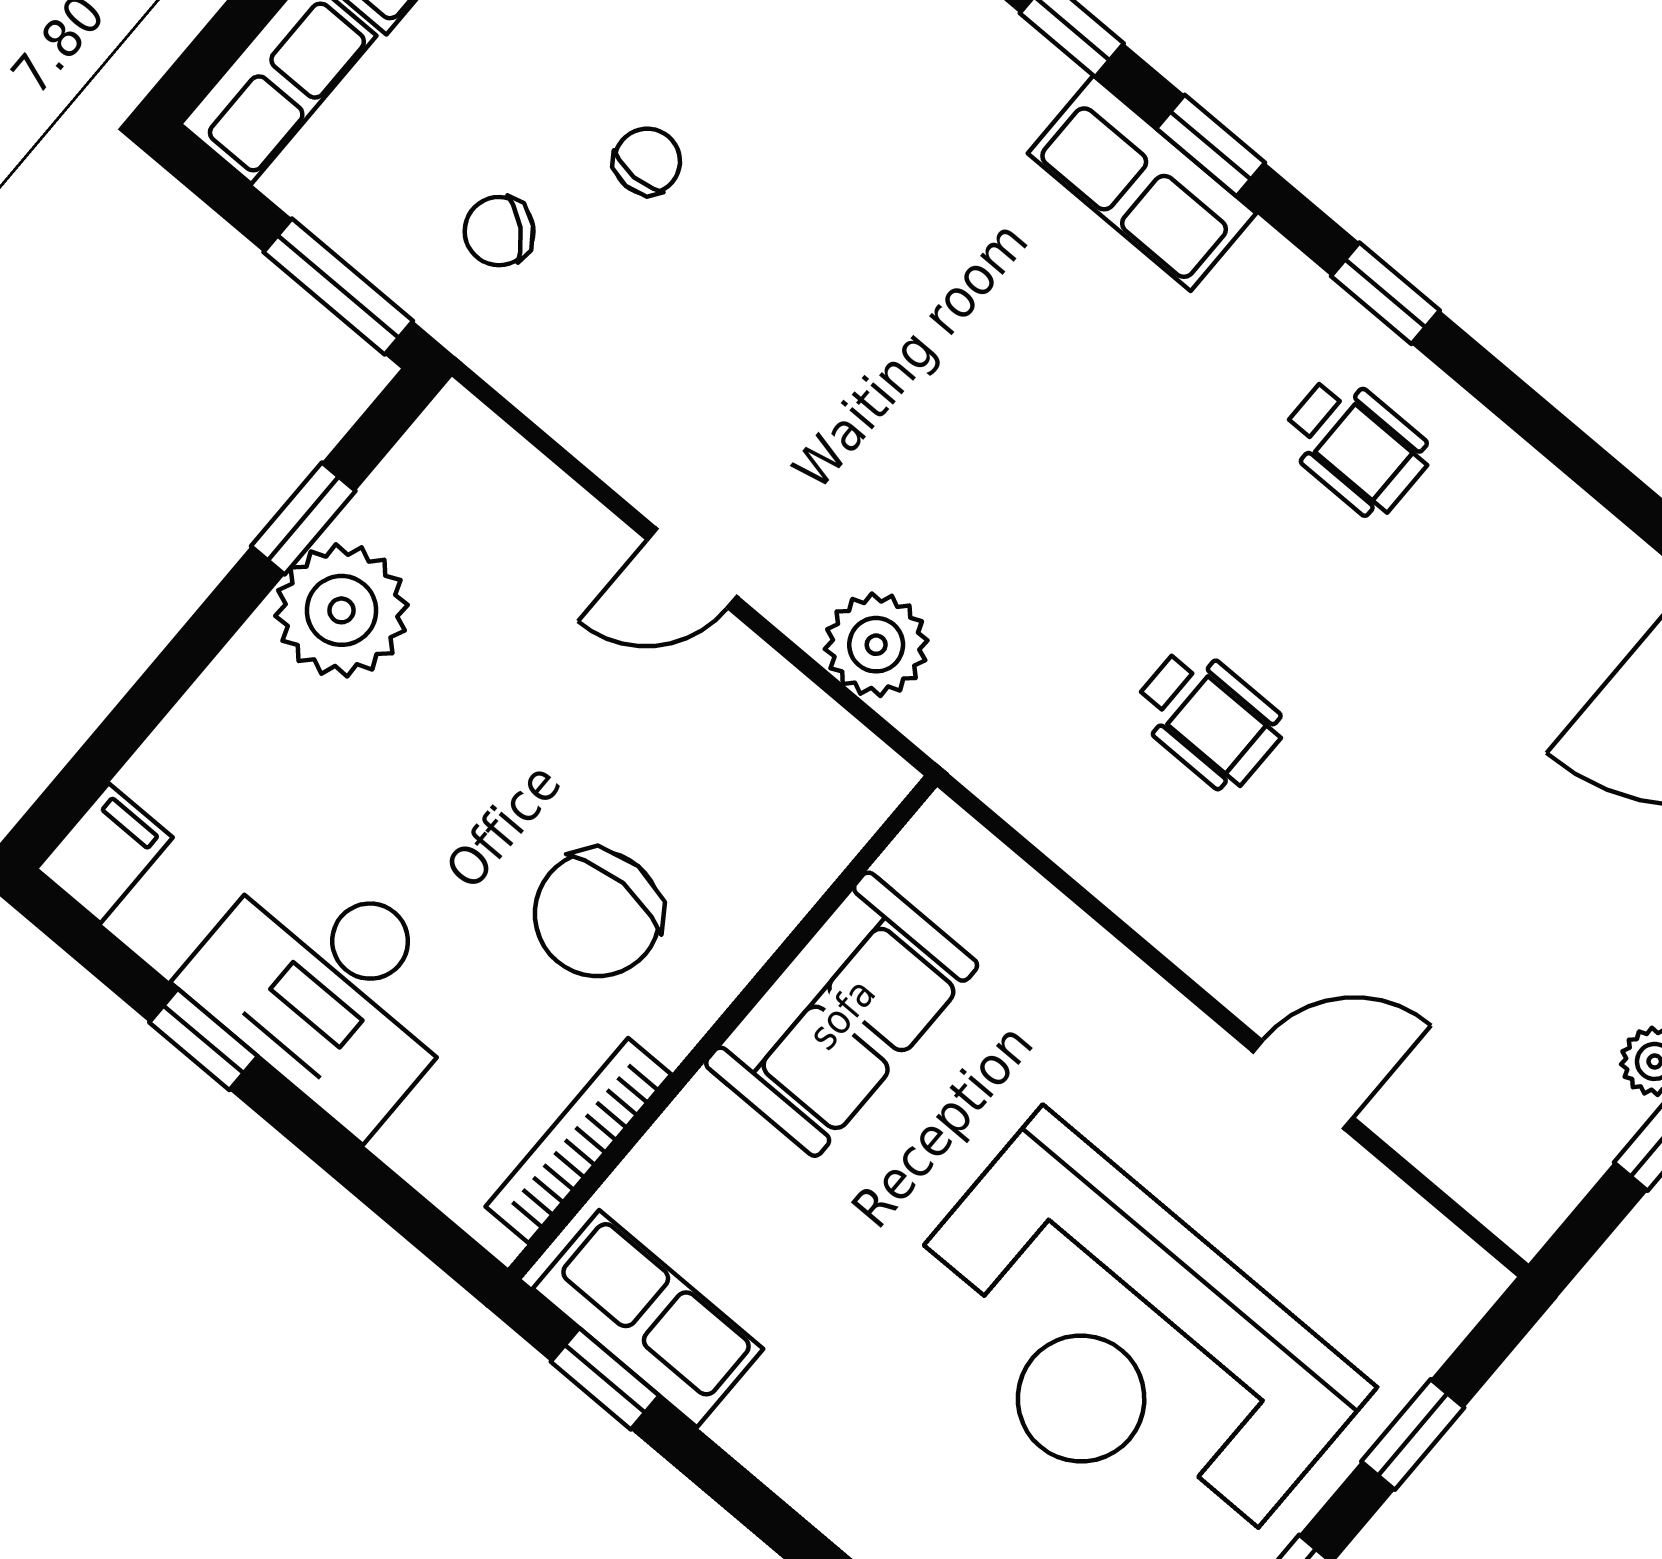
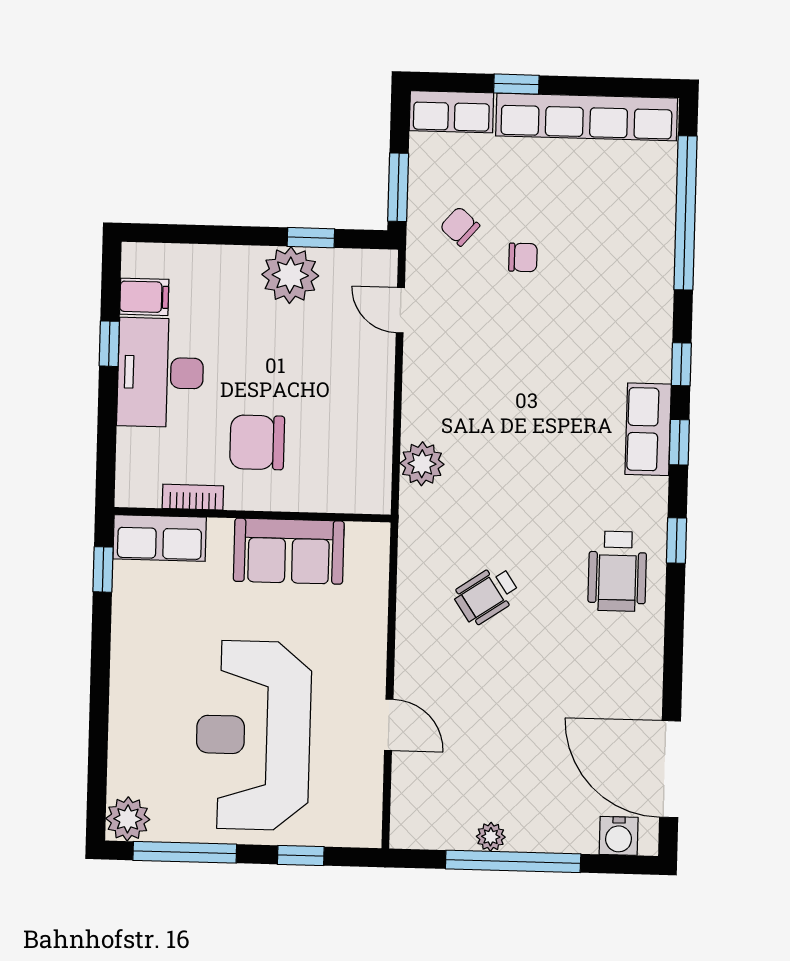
wheelchair: (1356, 445) -> (617, 571), width x1.36, depth x1.37
door: (692, 568) -> (400, 310), moved
wheelchair: (1208, 718) -> (486, 595), turned 56
filing cabinet: (104, 853) -> (144, 297), moved
bookcase: (578, 1140) -> (193, 497), width x0.64
row of seats: (648, 1319) -> (160, 538), moved, turned 90

